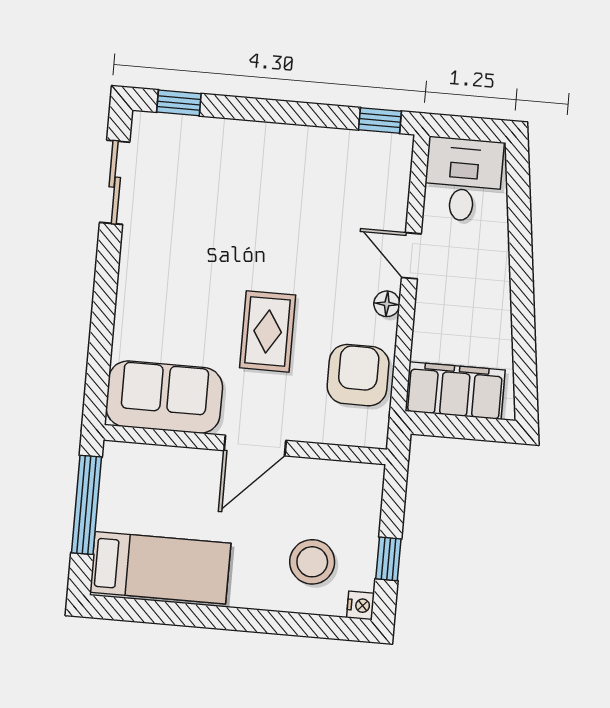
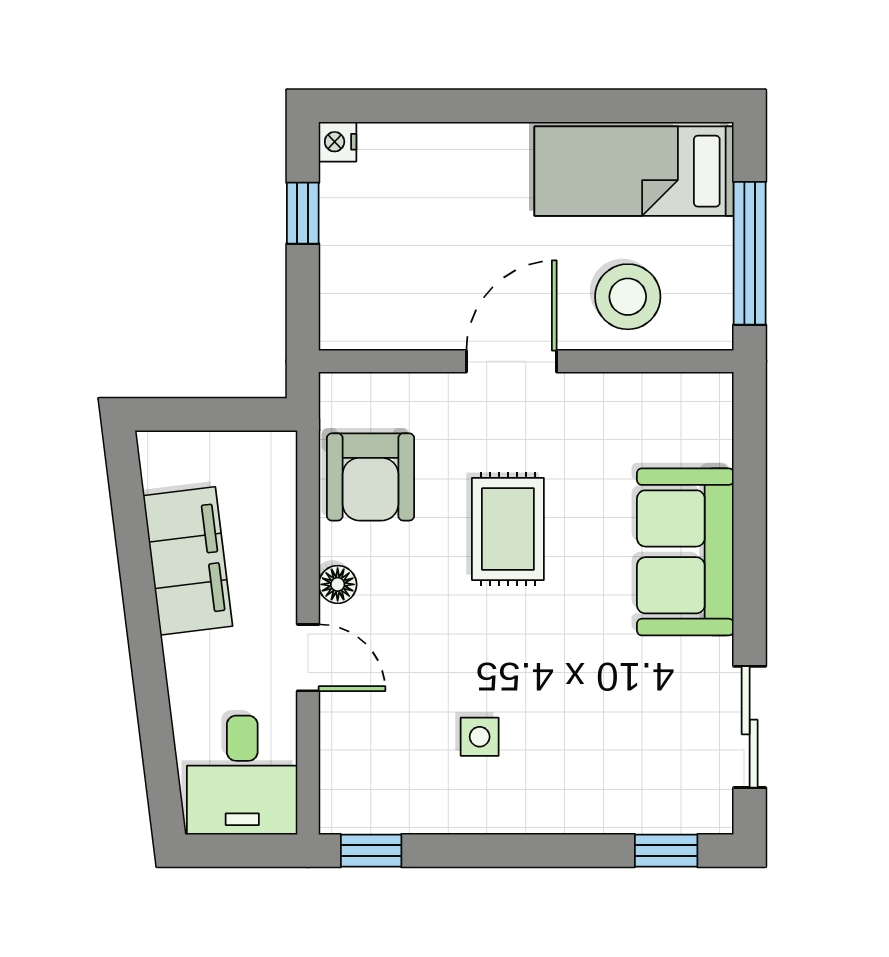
side table: (299, 192) -> (480, 737), added
filing cabinet: (455, 391) -> (188, 561), moved, turned -97
sofa: (164, 397) -> (685, 552), moved, turned 90
stool: (312, 562) -> (628, 297), moved

